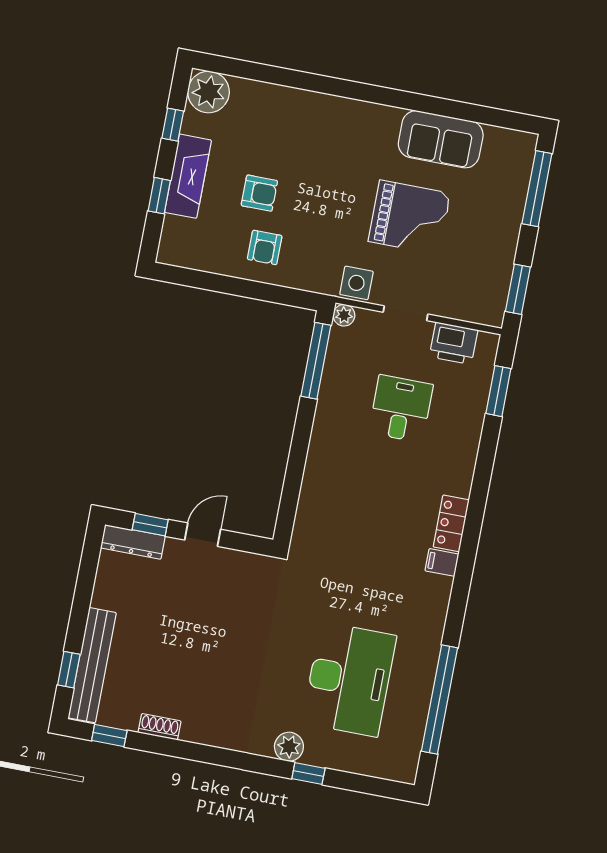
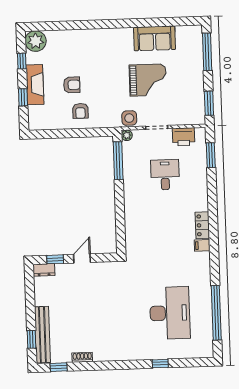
dresser: (133, 542) -> (44, 270), width x0.70
plant: (289, 747) -> (148, 353), removed

